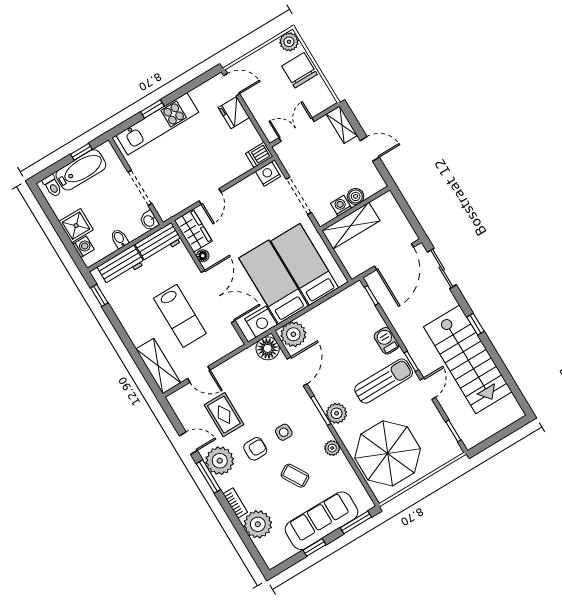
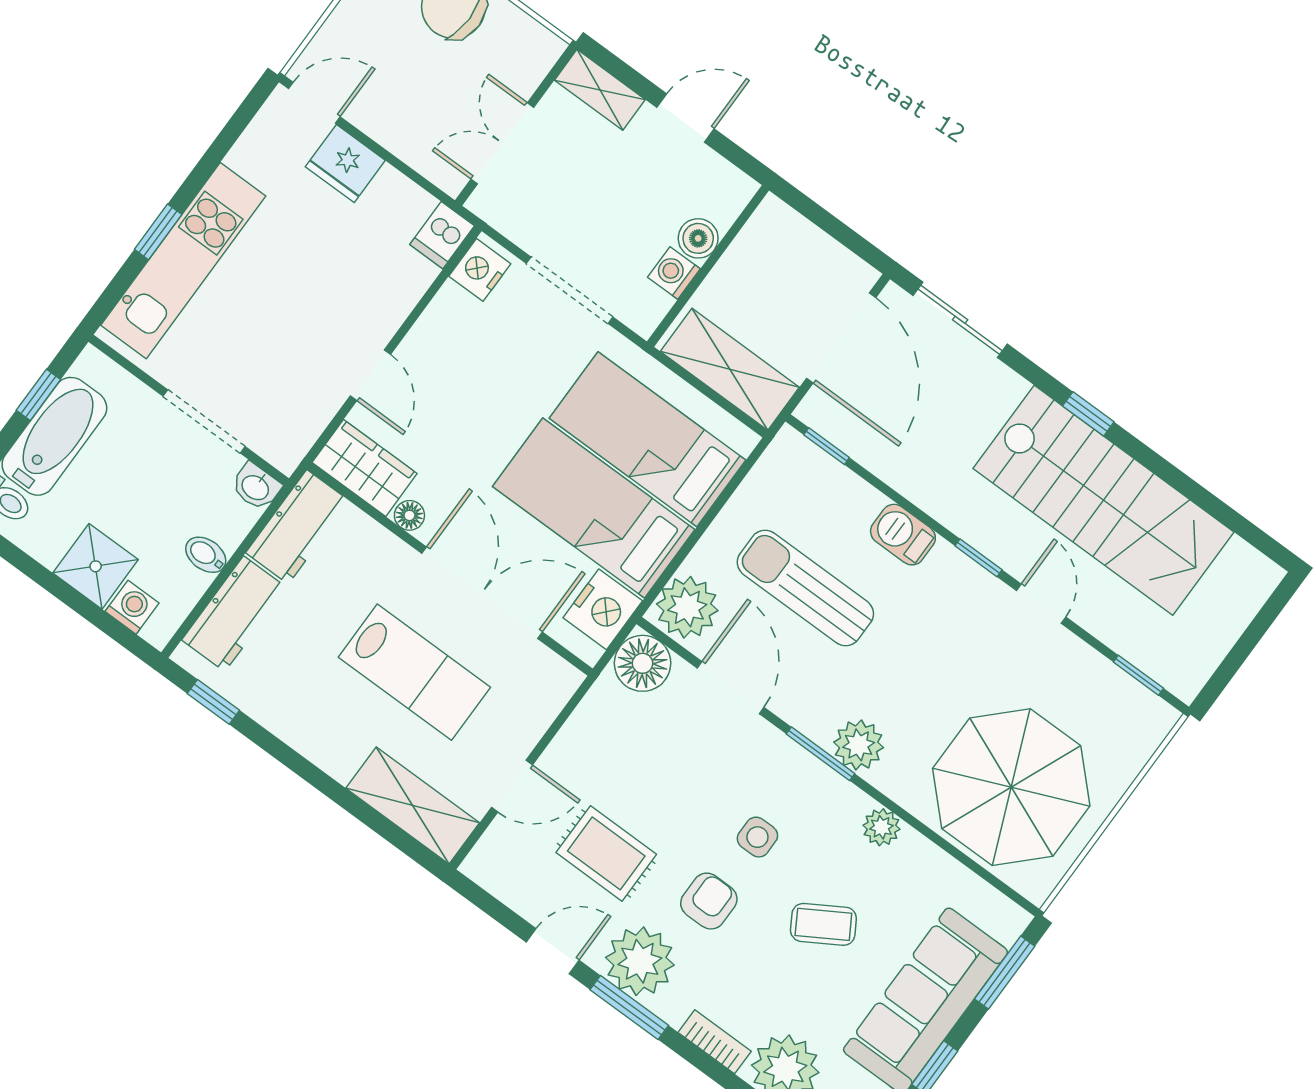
shelving: (351, 226) -> (730, 369), moved, turned 90
sun lounger: (384, 381) -> (805, 588), moved, turned -90

